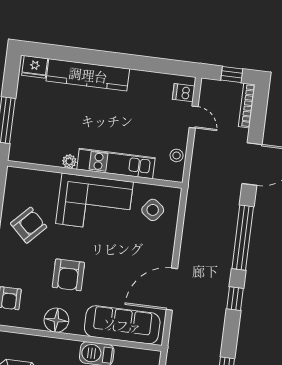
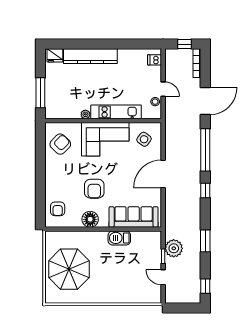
door: (194, 117) -> (163, 89), moved
armchair: (29, 225) -> (60, 144), moved
door: (172, 289) -> (163, 174), moved

